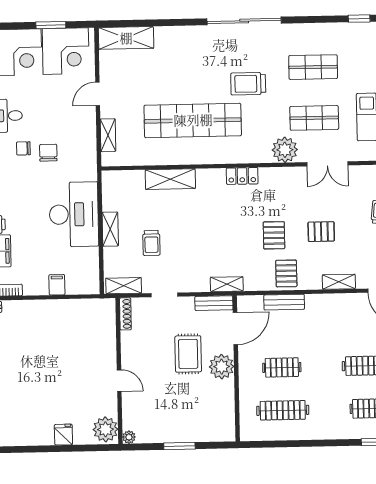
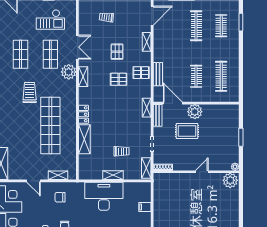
trolley: (248, 84) -> (30, 93), turned 180
chair: (48, 153) -> (60, 197), moved
shelving: (277, 175) -> (83, 77), added
locker: (242, 176) -> (83, 114), moved
fridge: (63, 435) -> (233, 205), removed

